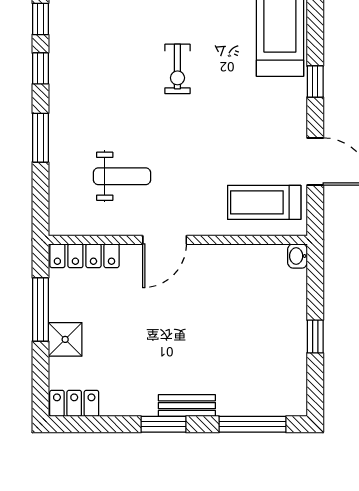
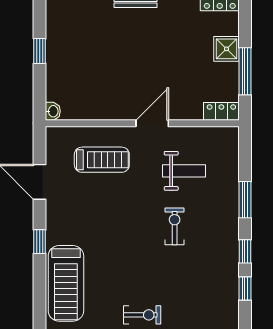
exercise bike: (177, 69) -> (175, 226), moved
weight bench: (122, 176) -> (184, 171), turned 180
treadmill: (264, 202) -> (102, 160), moved
locker: (84, 256) -> (221, 111), width x0.66

